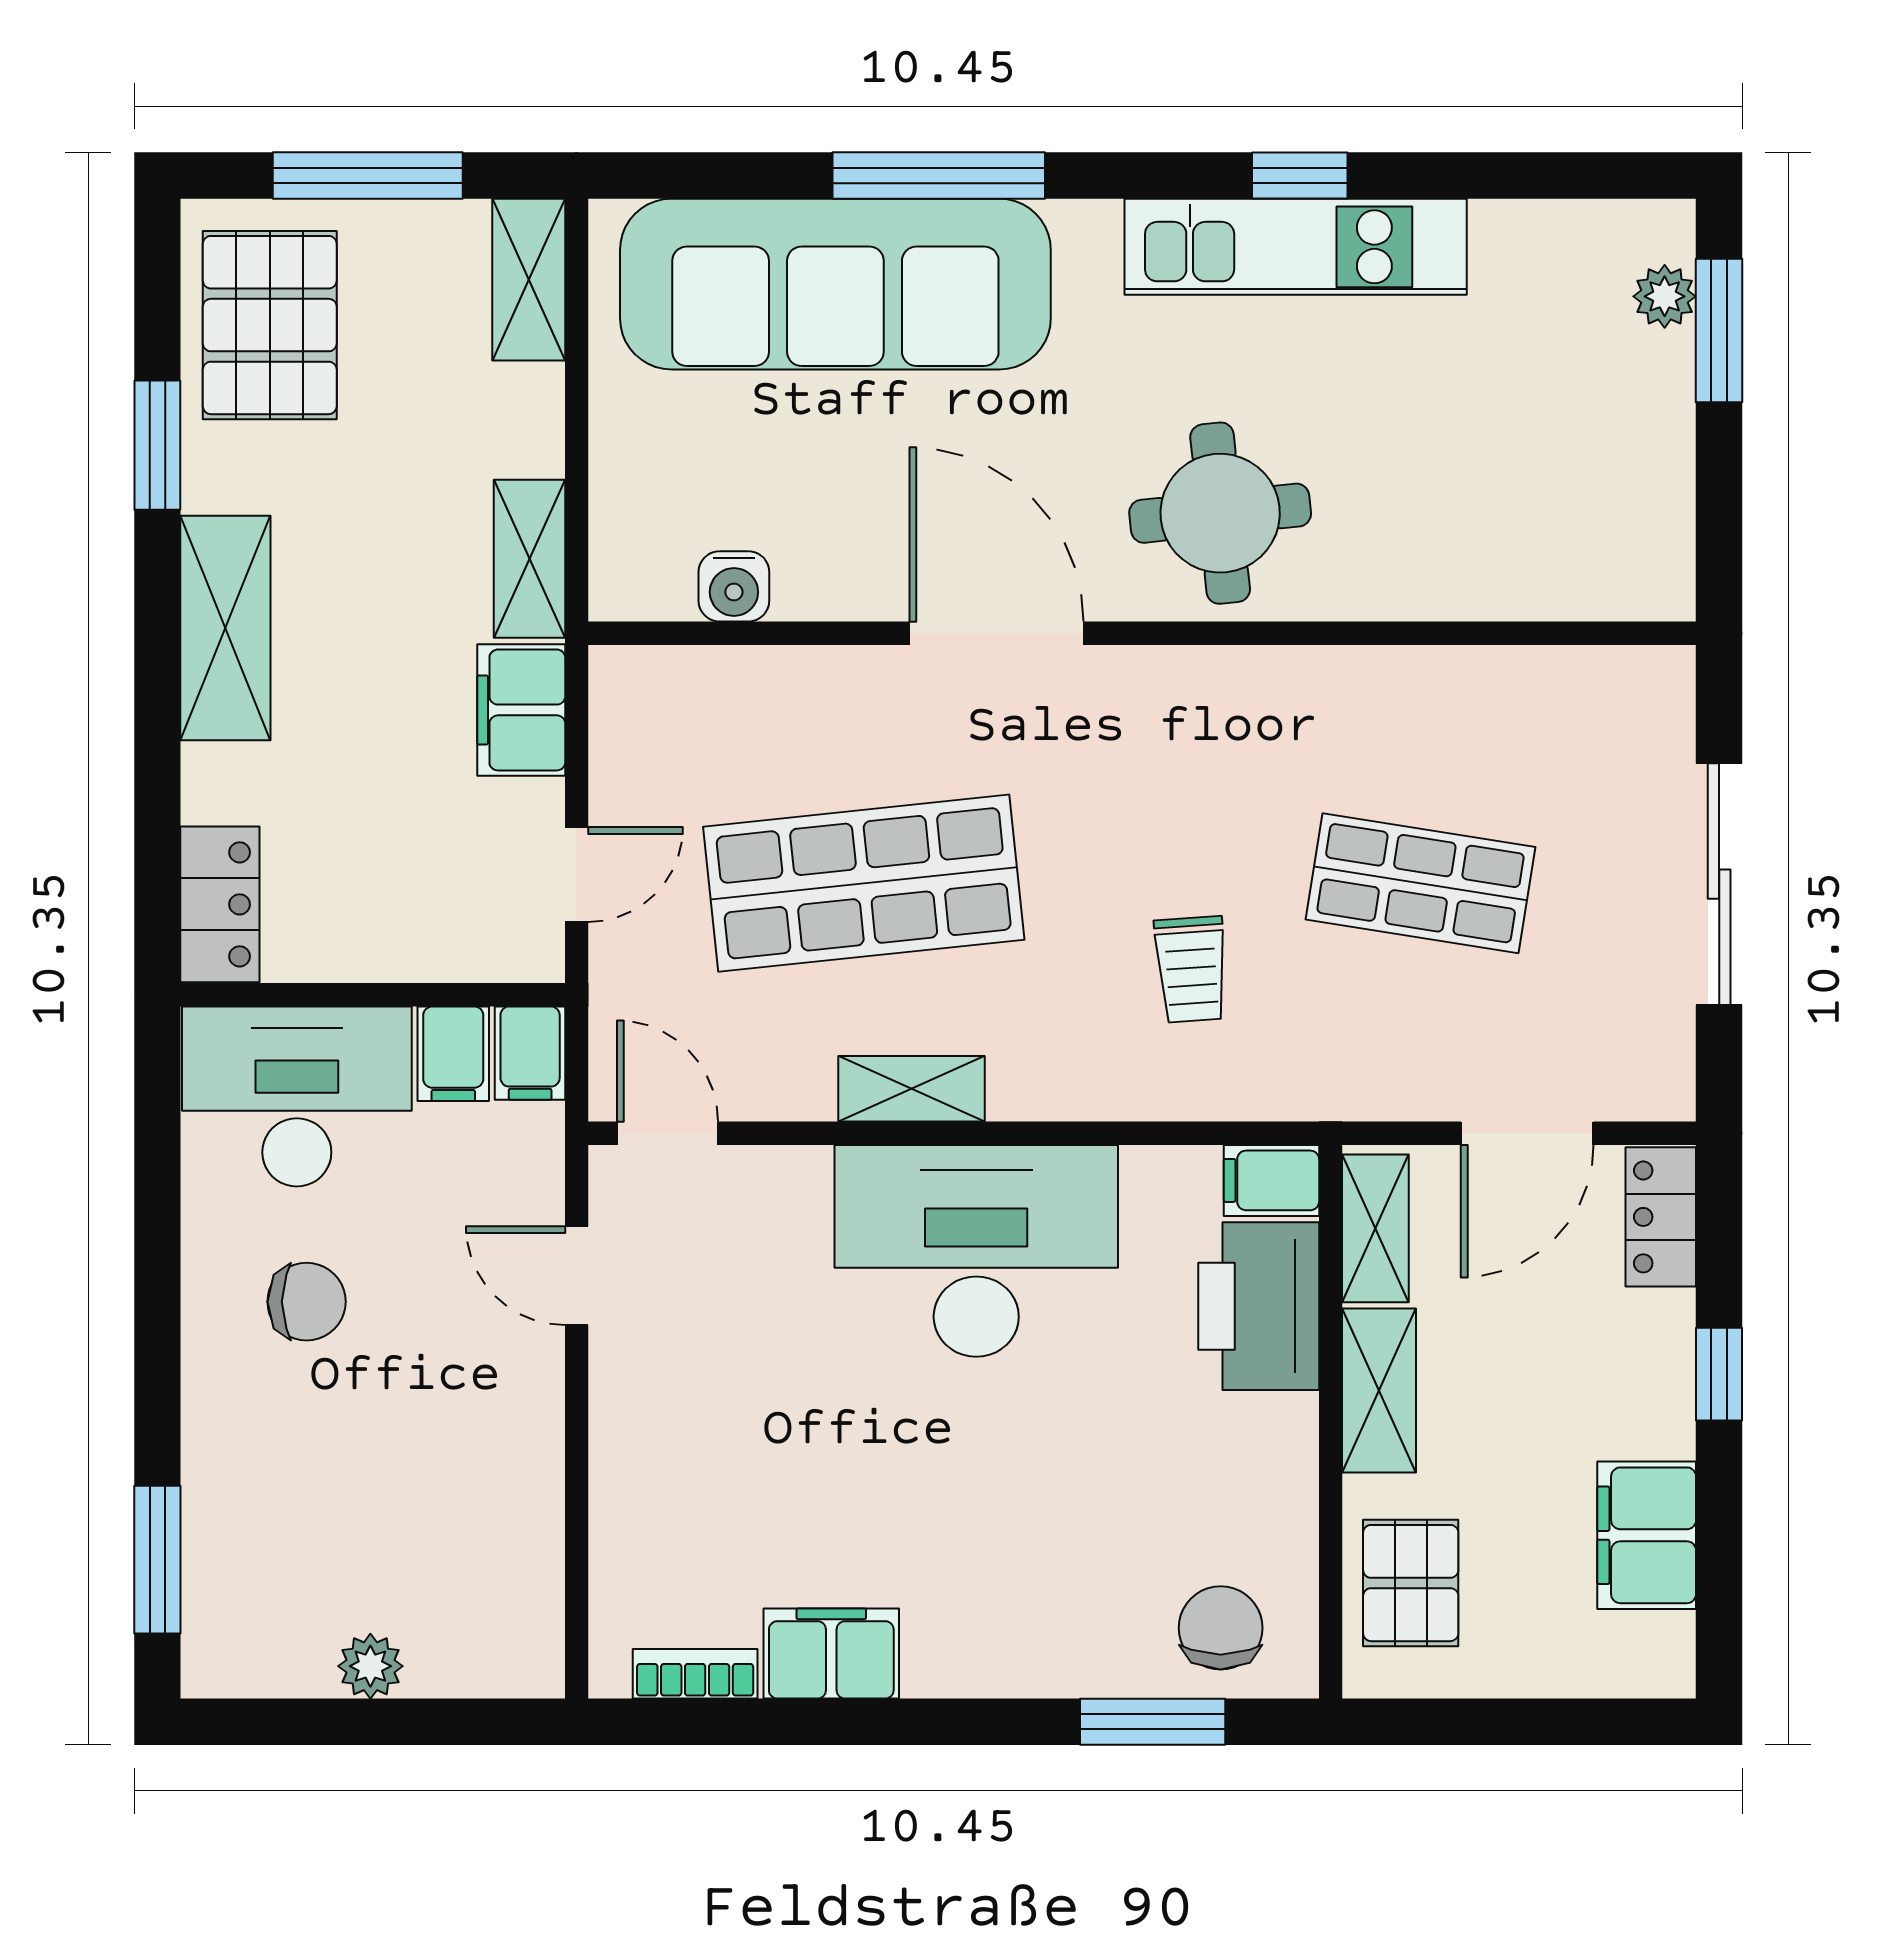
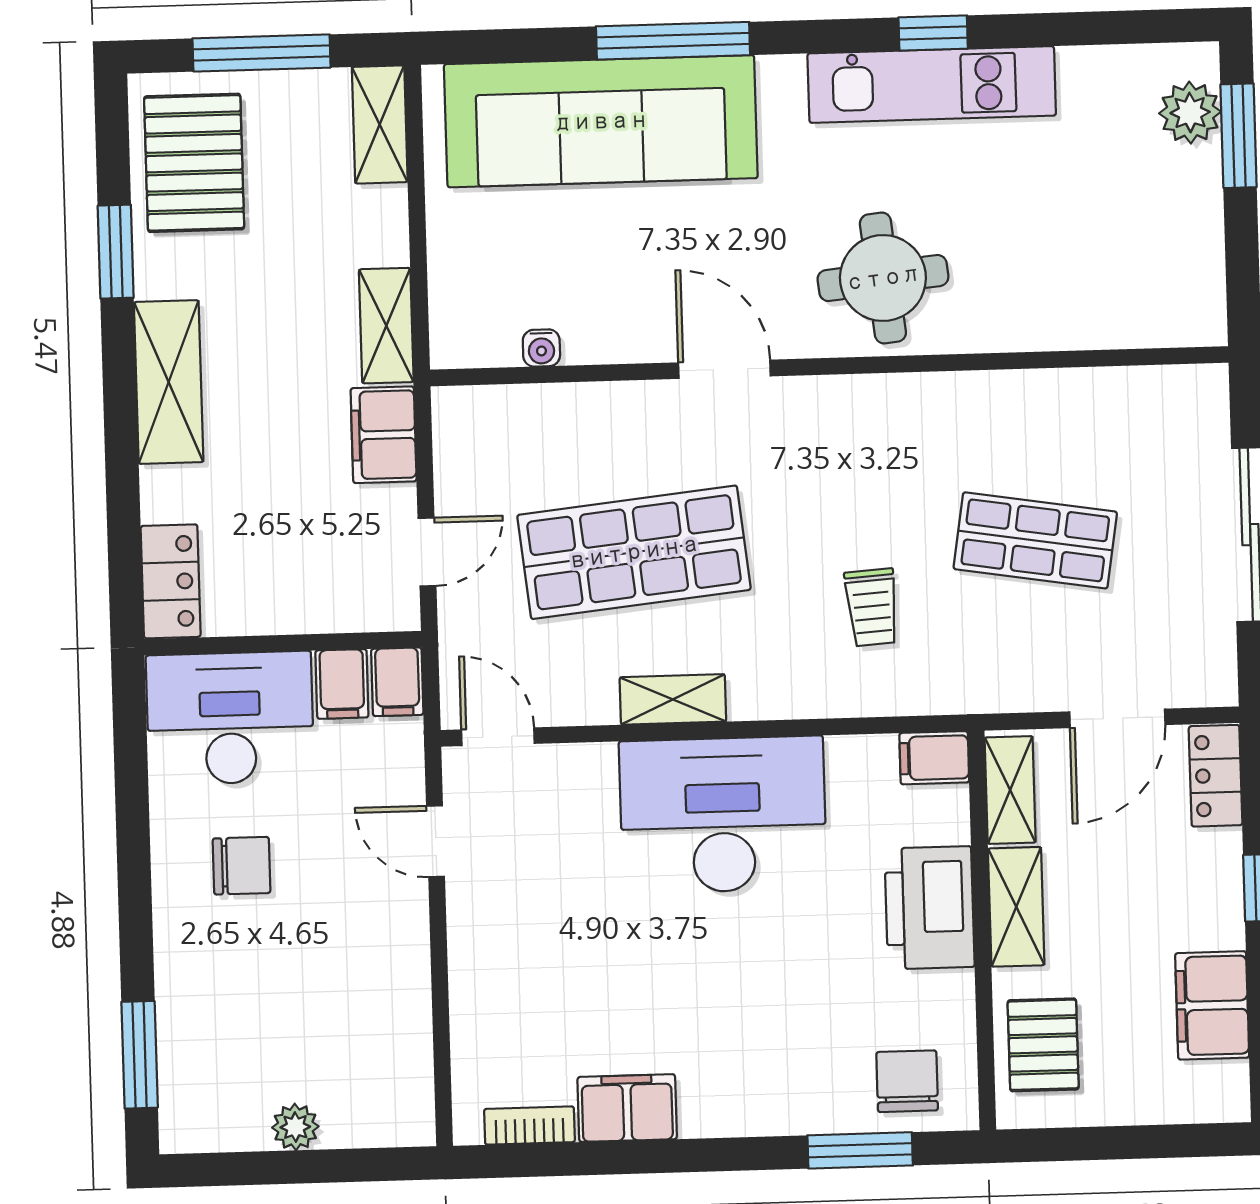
plant: (1665, 296) -> (1190, 113), width x1.38, depth x1.38
water cooler: (734, 586) -> (541, 348), width x0.72, depth x0.72
door: (996, 633) -> (724, 369), width x0.73
printer: (1259, 1306) -> (929, 908), moved

